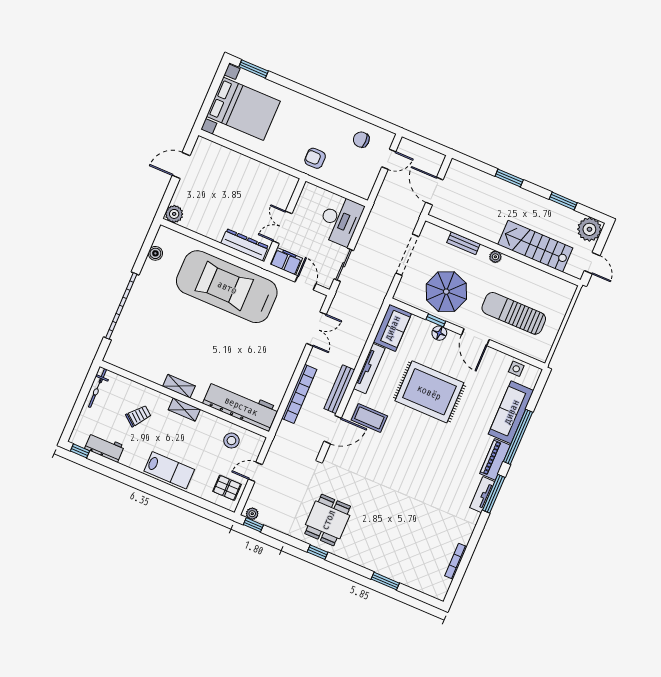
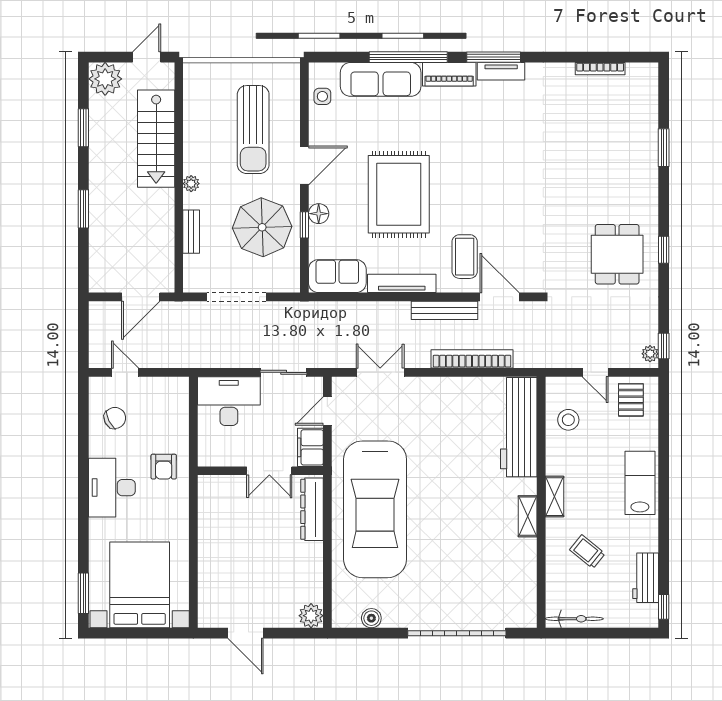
desk: (316, 118) -> (112, 488), added
chair: (361, 140) -> (115, 418), turned -117
dining table: (328, 520) -> (617, 254), turned 90

